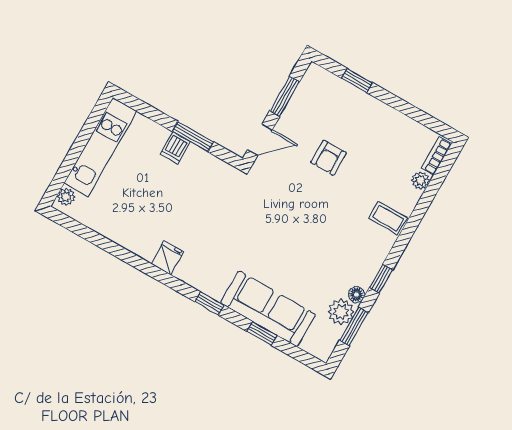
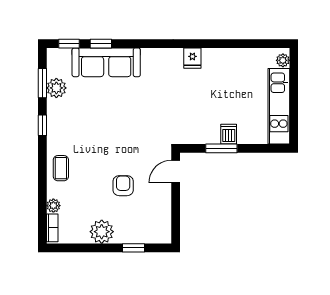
window: (285, 96) -> (176, 210), removed
plant: (383, 119) -> (102, 232), added
coffee table: (388, 218) -> (61, 168), turned 90
floor lamp: (357, 295) -> (53, 105), removed
window: (210, 304) -> (69, 44), moved

